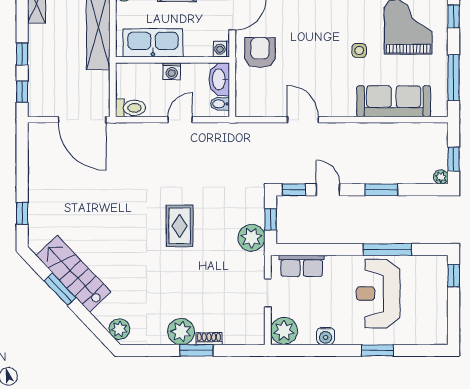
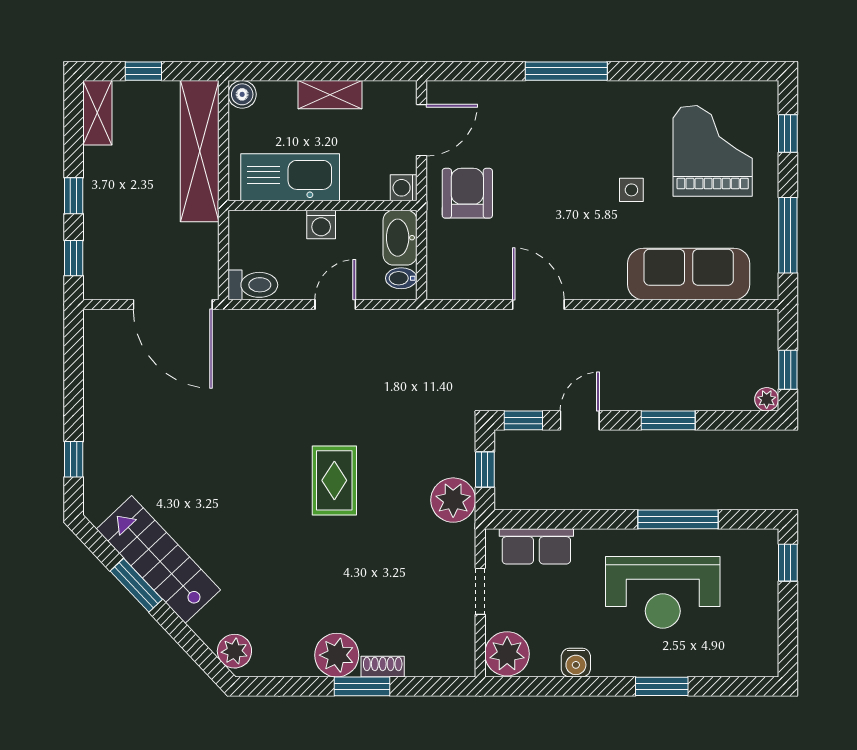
door: (328, 190) -> (580, 420), hinge flipped
reception desk: (378, 294) -> (663, 592), turned -90

